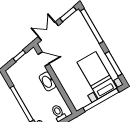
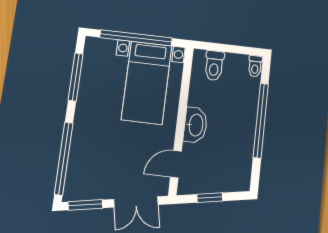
door: (43, 59) -> (176, 164), hinge flipped
bed with nightstands: (97, 75) -> (147, 83), moved

